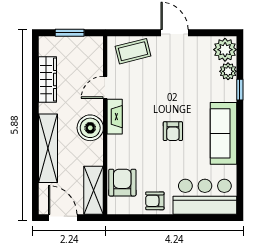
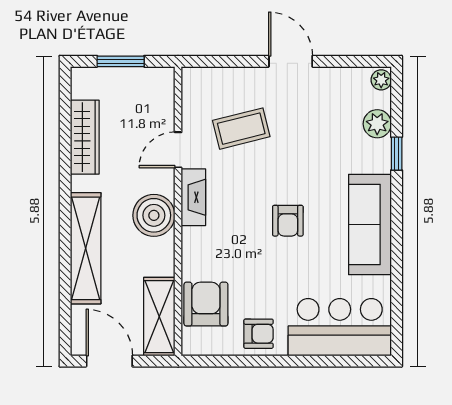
plant: (225, 50) -> (381, 80), width x0.53, depth x0.53
coffee table: (133, 51) -> (241, 129), moved
armchair: (155, 201) -> (259, 334), turned 180

